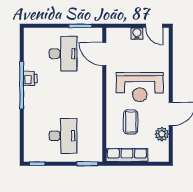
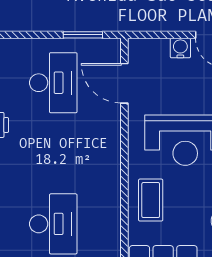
coffee table: (131, 122) -> (151, 200), moved

